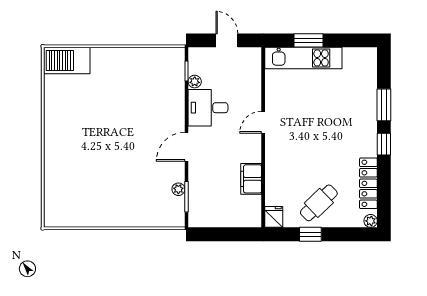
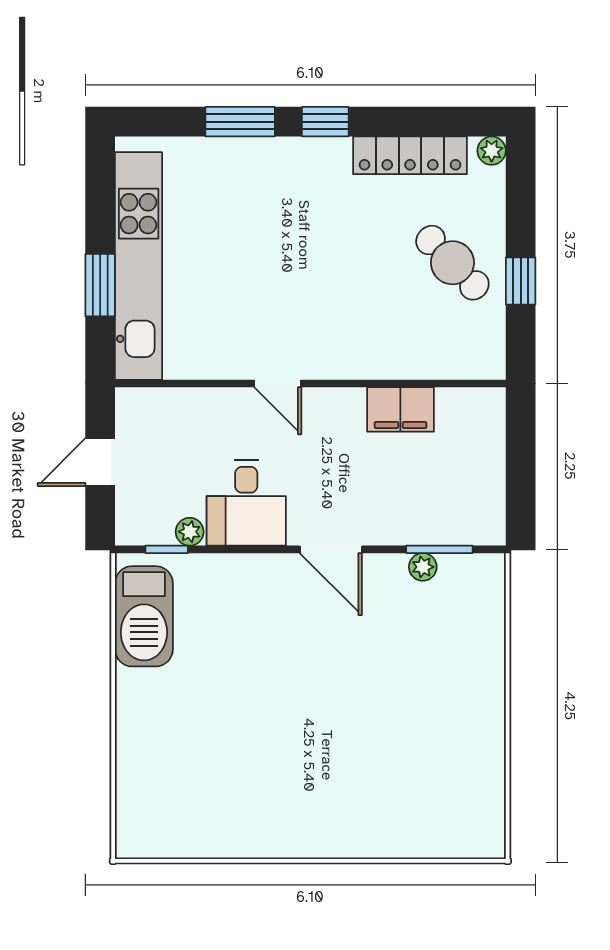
kitchen unit: (303, 58) -> (139, 266), width x1.36
barbecue: (67, 60) -> (144, 616), moved
fridge: (274, 217) -> (483, 361), removed

